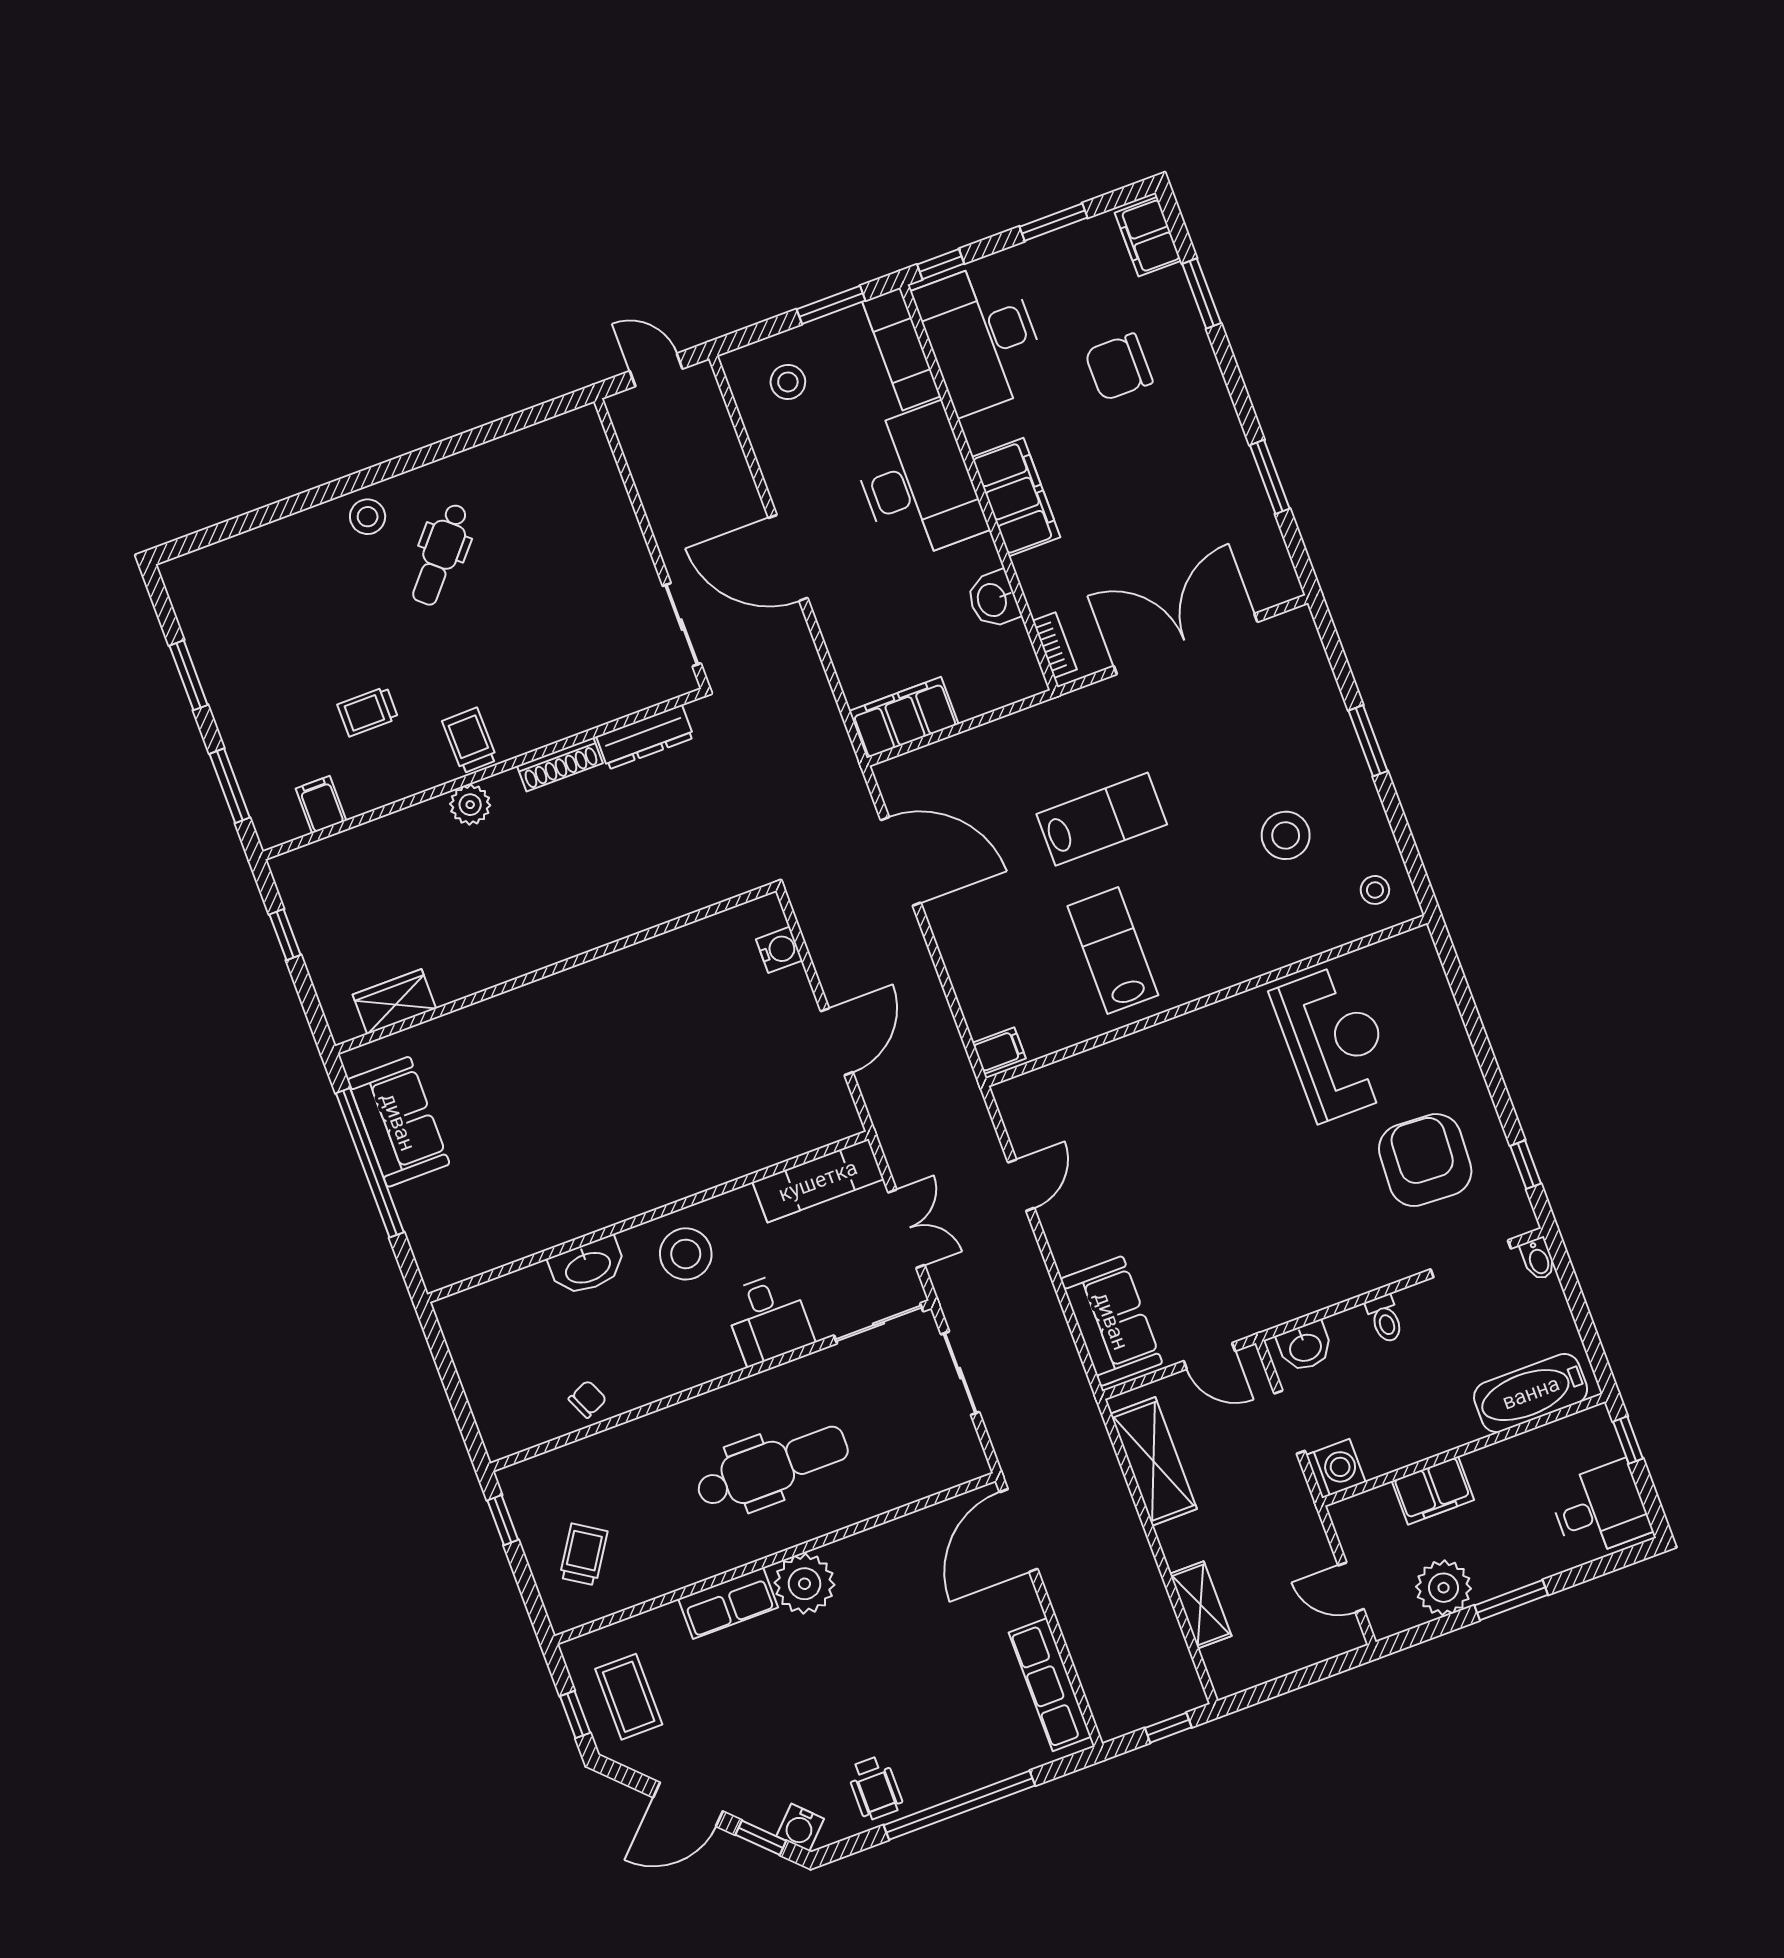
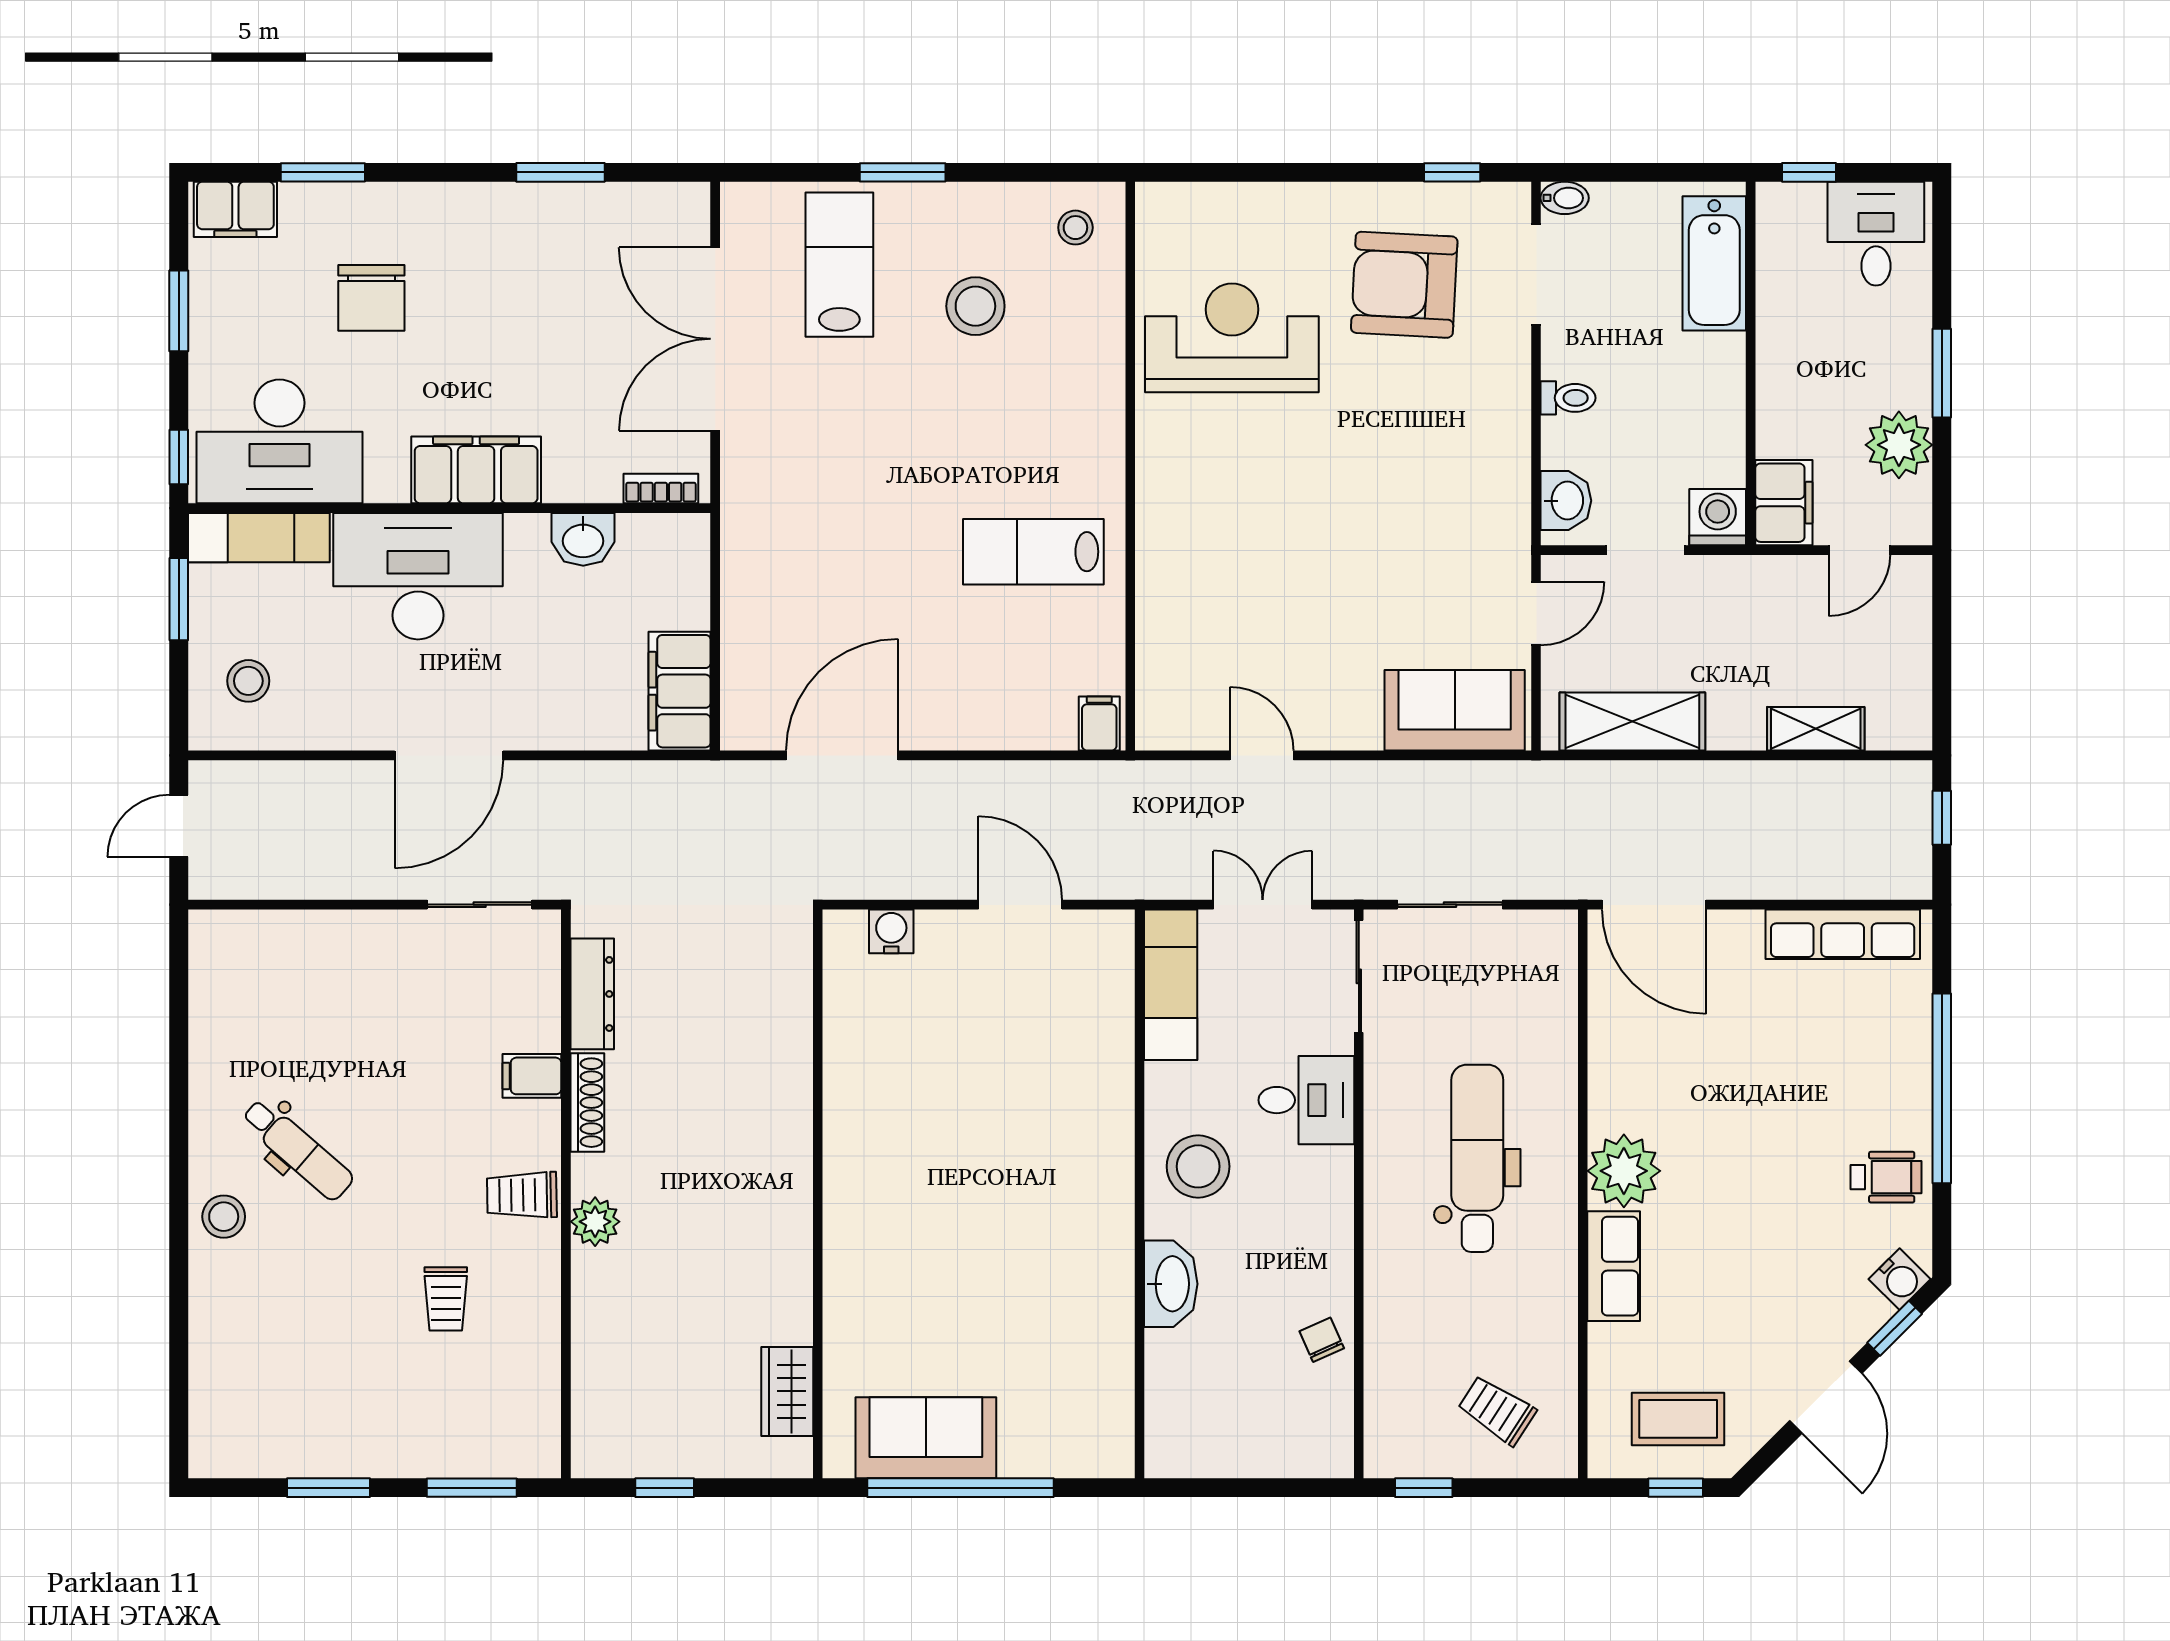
filing cabinet: (321, 805) -> (532, 1076), moved
lab bench: (1102, 819) -> (839, 265), moved
filing cabinet: (1433, 1490) -> (1784, 503), moved

